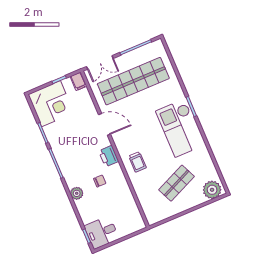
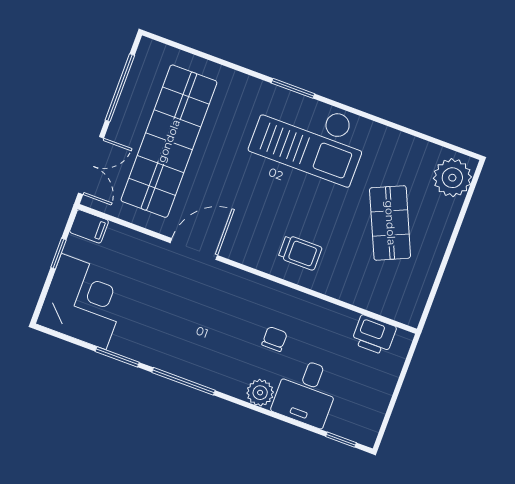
printer: (109, 156) -> (374, 335), moved
desk: (102, 232) -> (306, 392), moved

